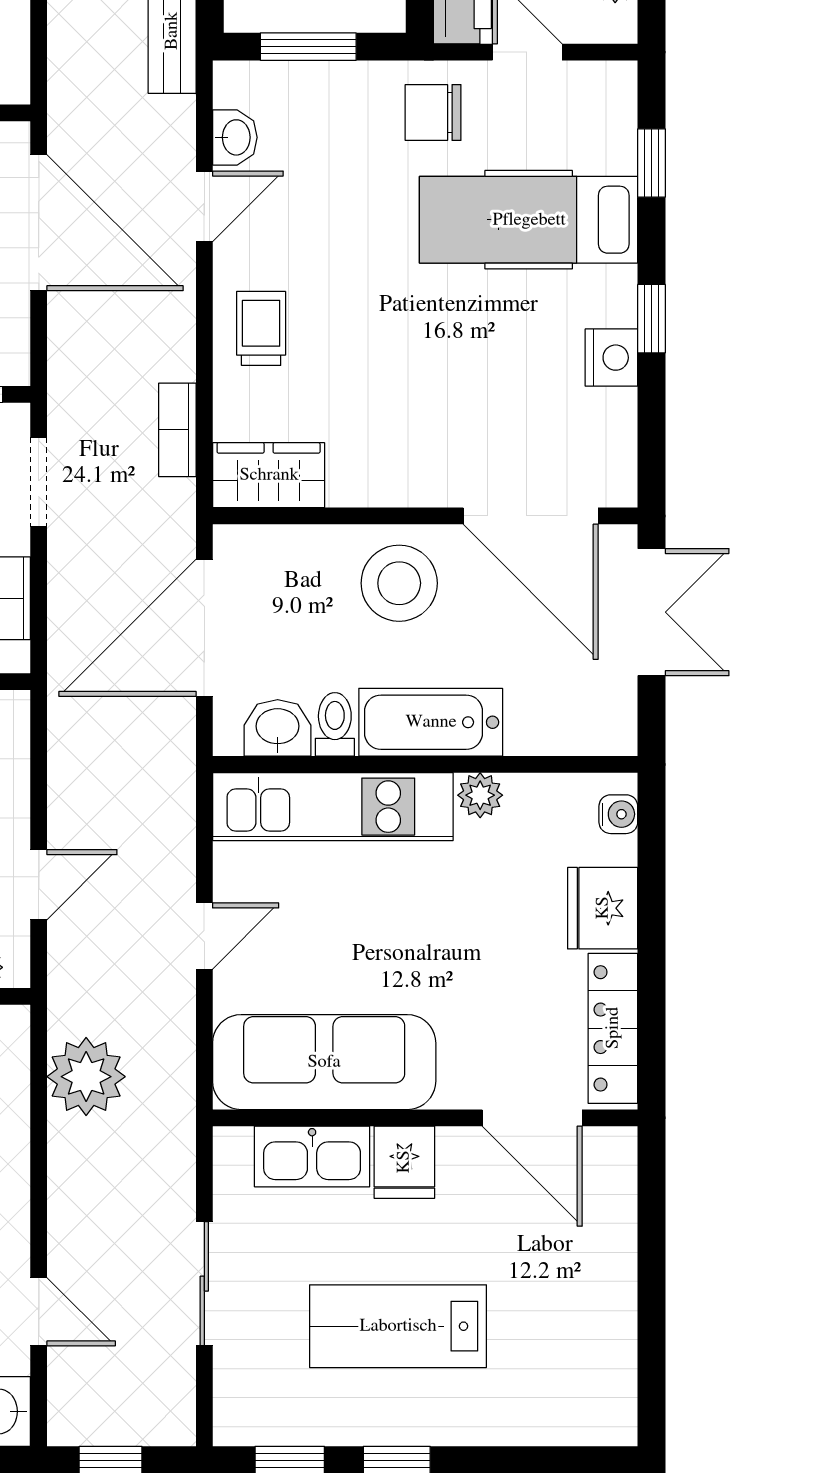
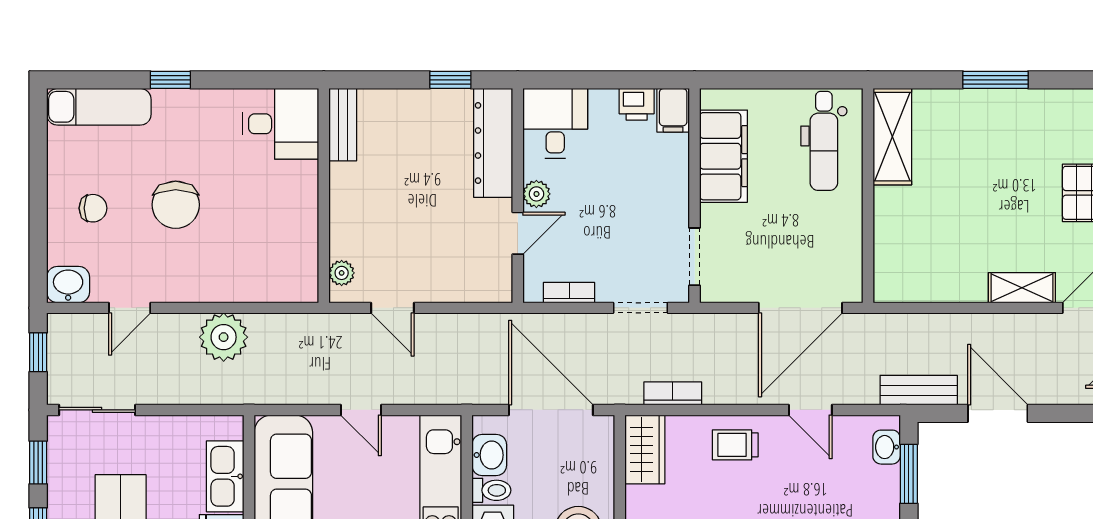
washbasin: (235, 137) -> (887, 447), moved, turned 90
trolley: (261, 328) -> (735, 445), turned 180
plant: (86, 1077) -> (224, 337), moved
sliding door: (204, 1284) -> (97, 410), moved

